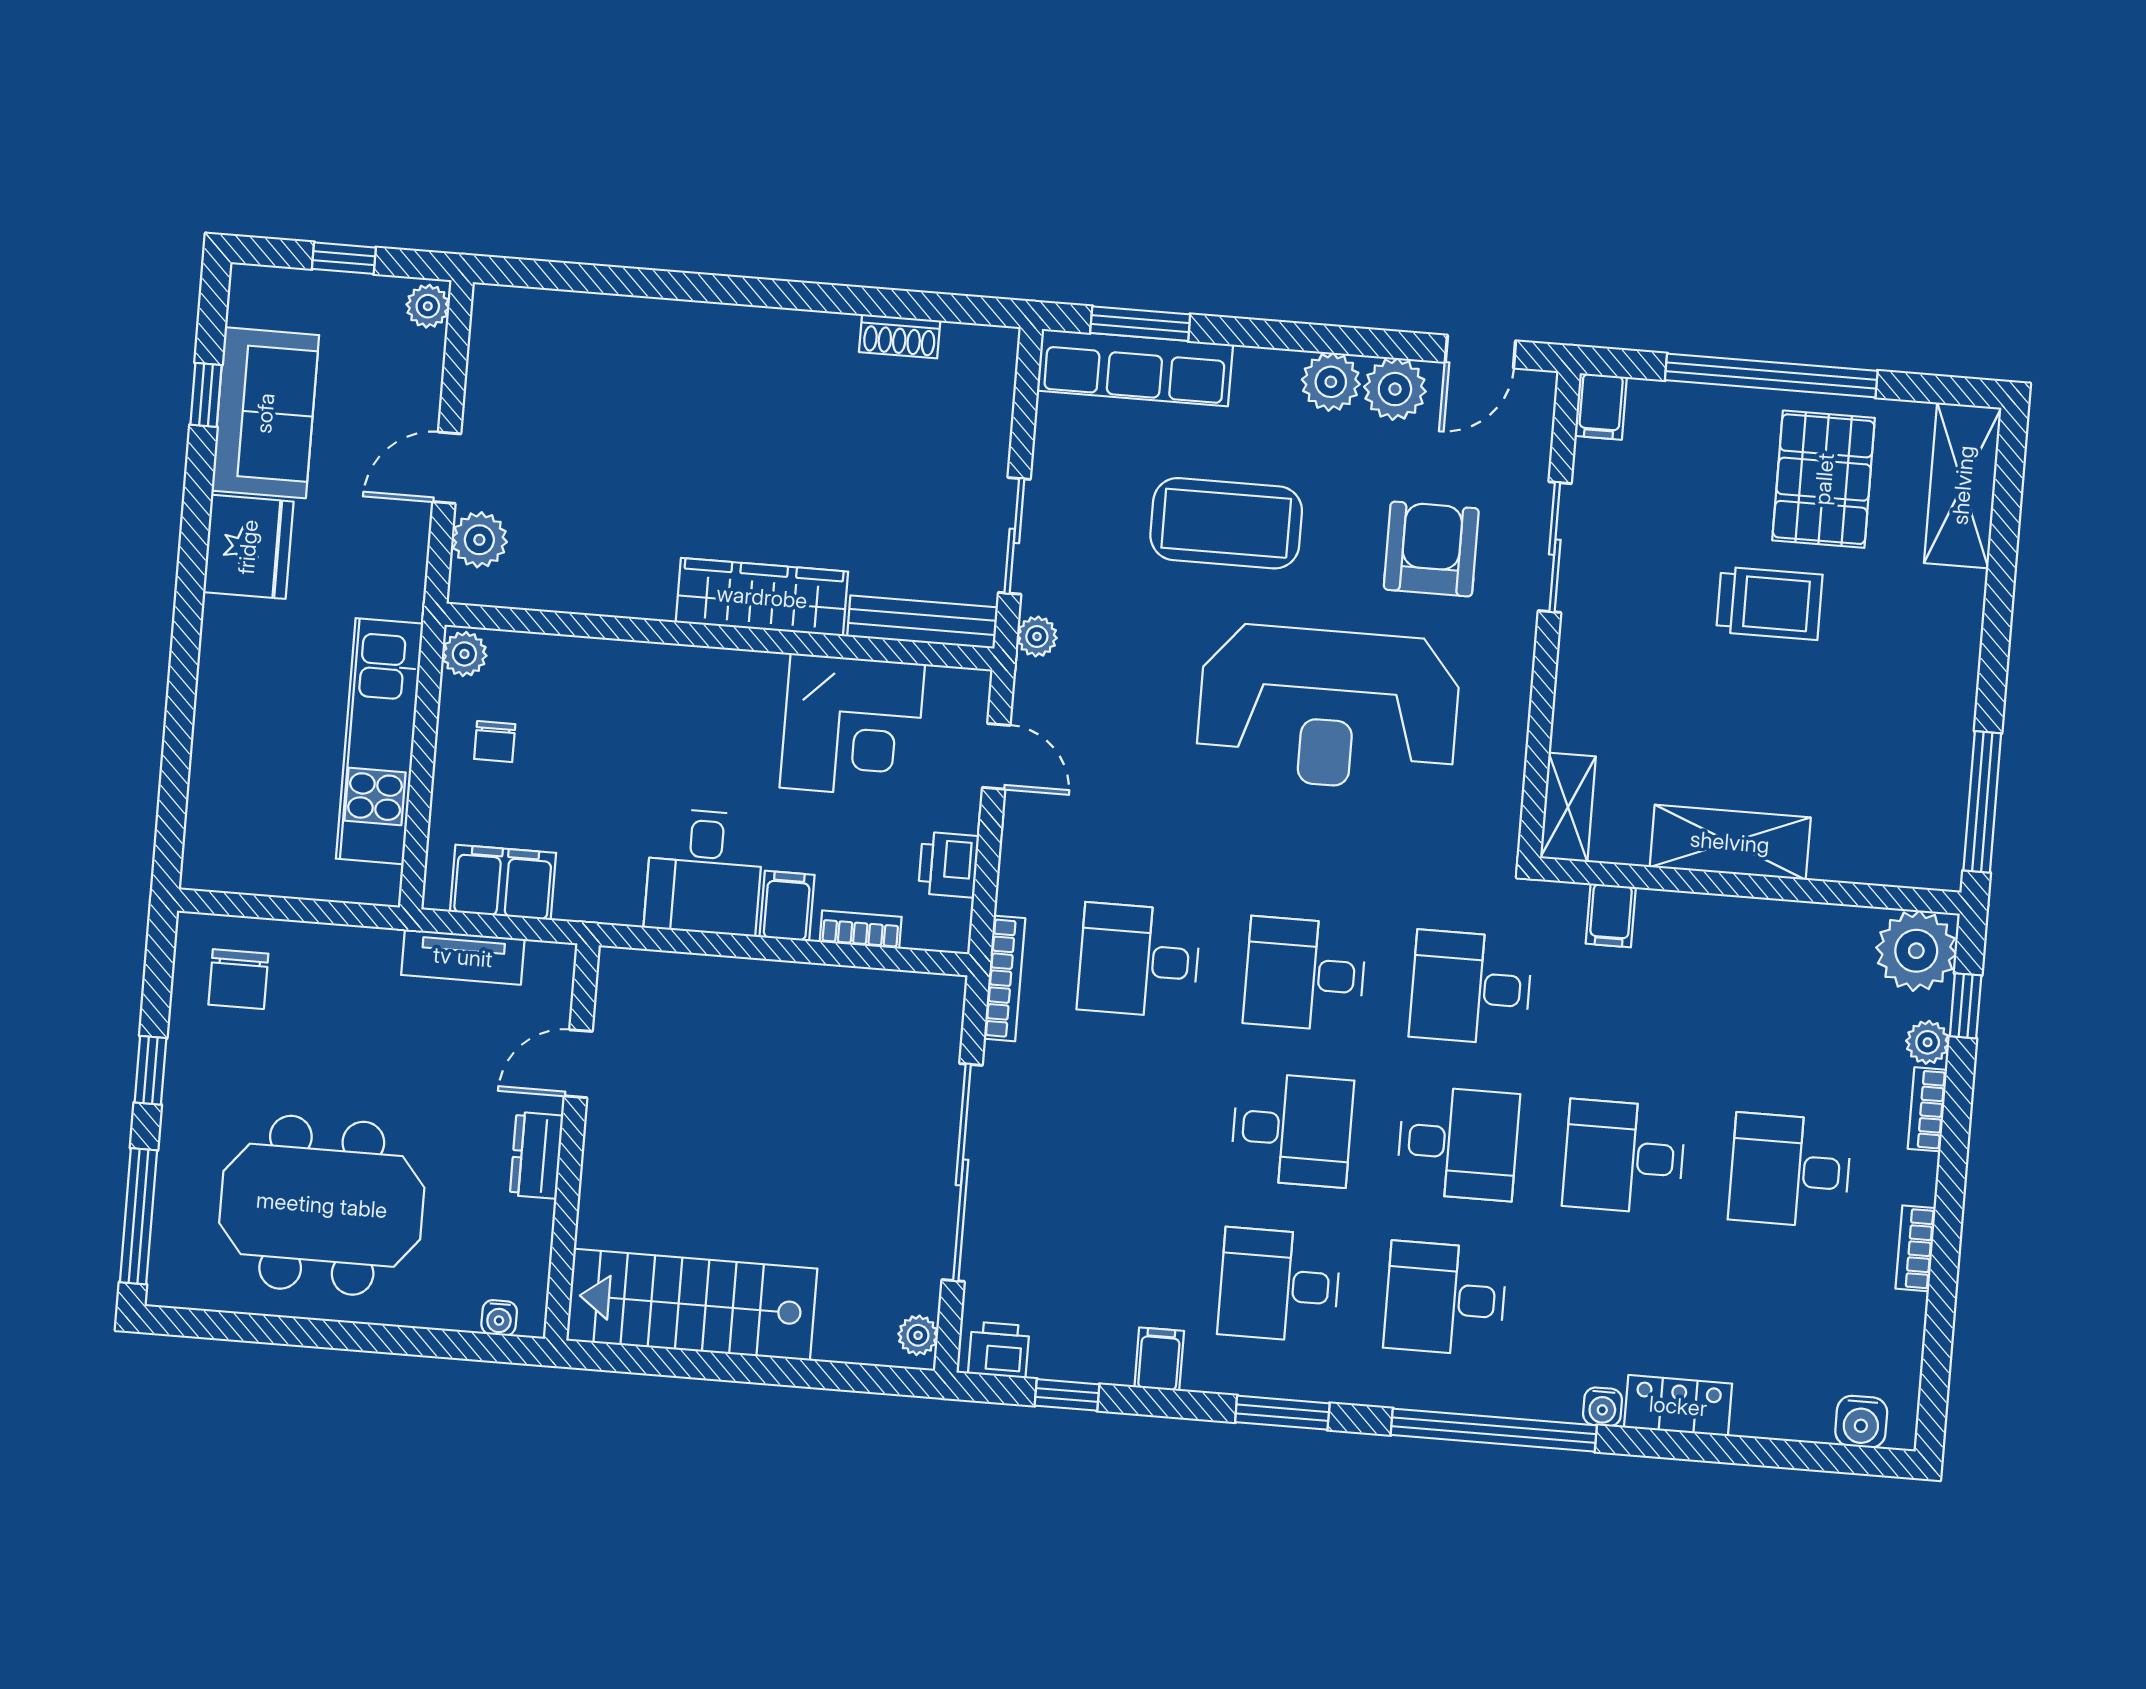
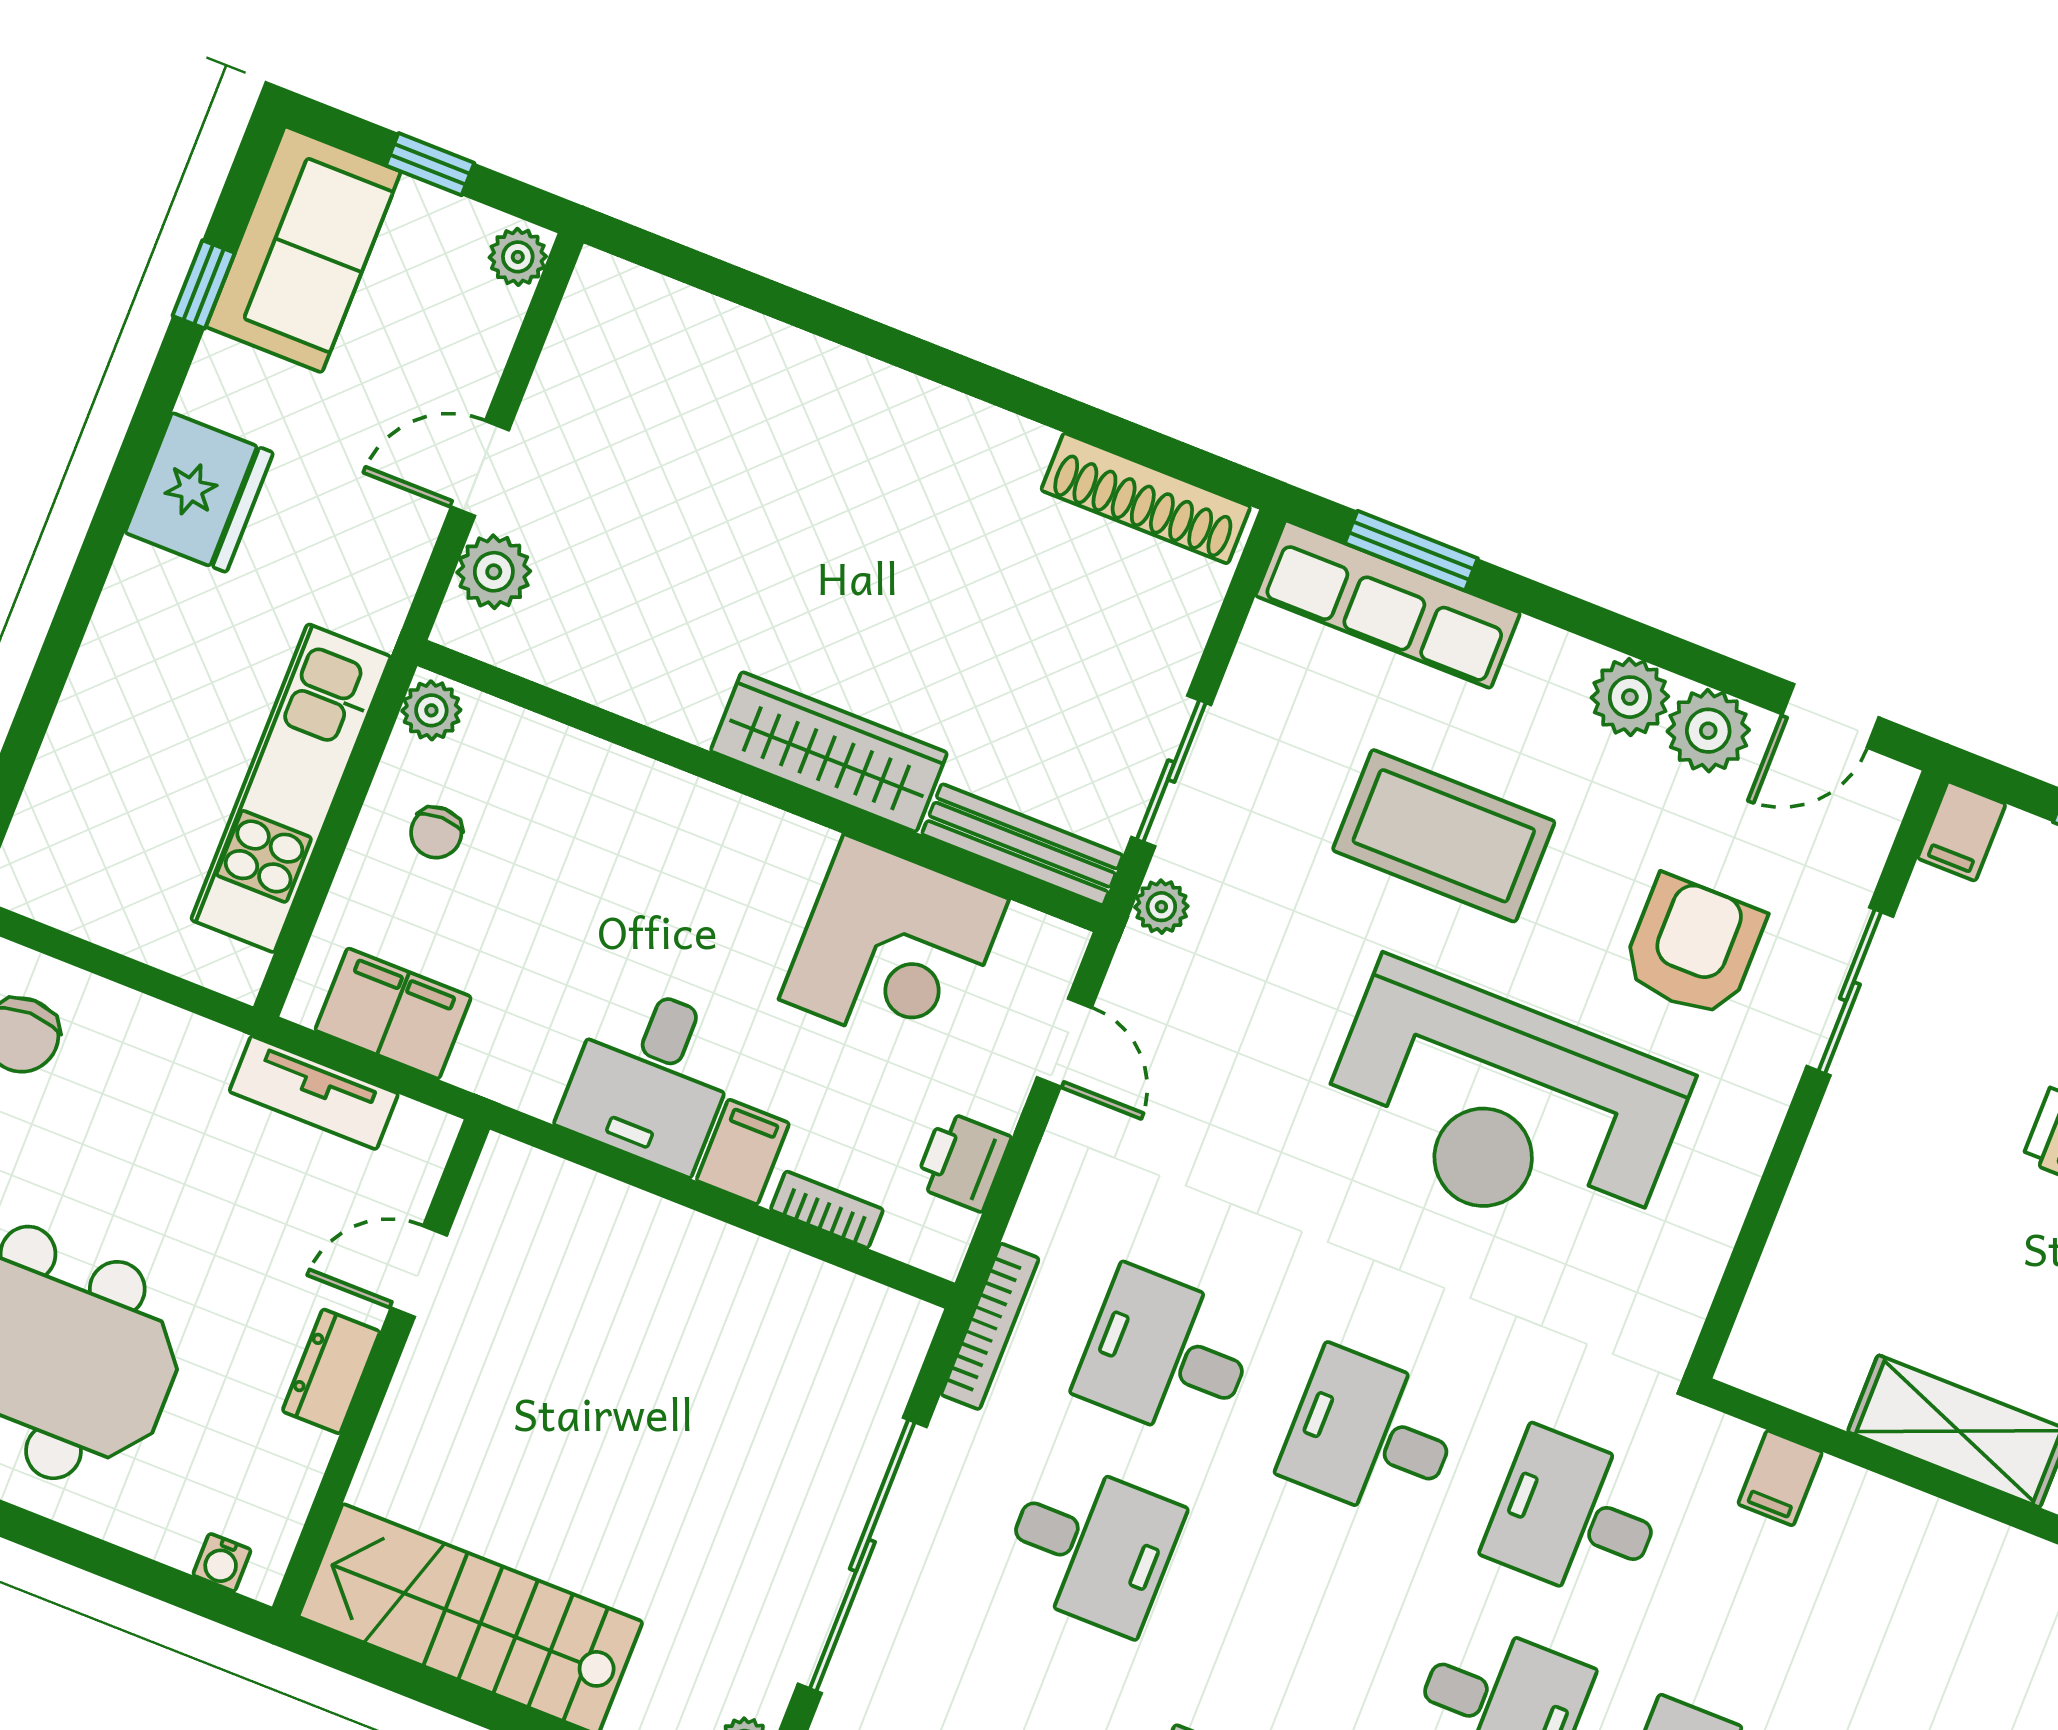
shoe rack: (900, 336) -> (1146, 498), width x1.94, depth x1.24
sofa: (265, 413) -> (303, 249), moved
shelving: (1568, 807) -> (1767, 1325), removed
desk: (1292, 1130) -> (1091, 1546), moved

